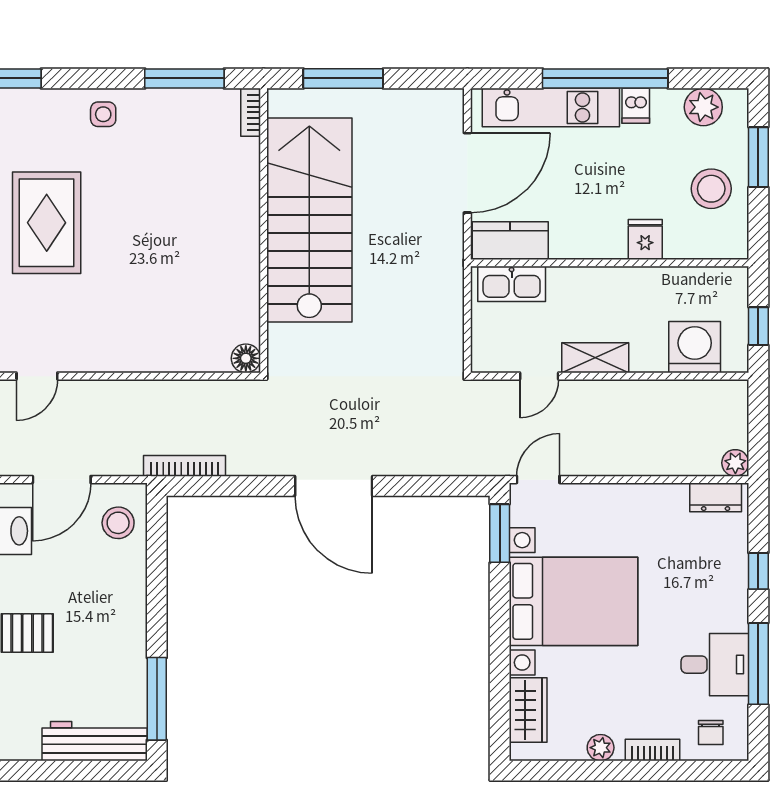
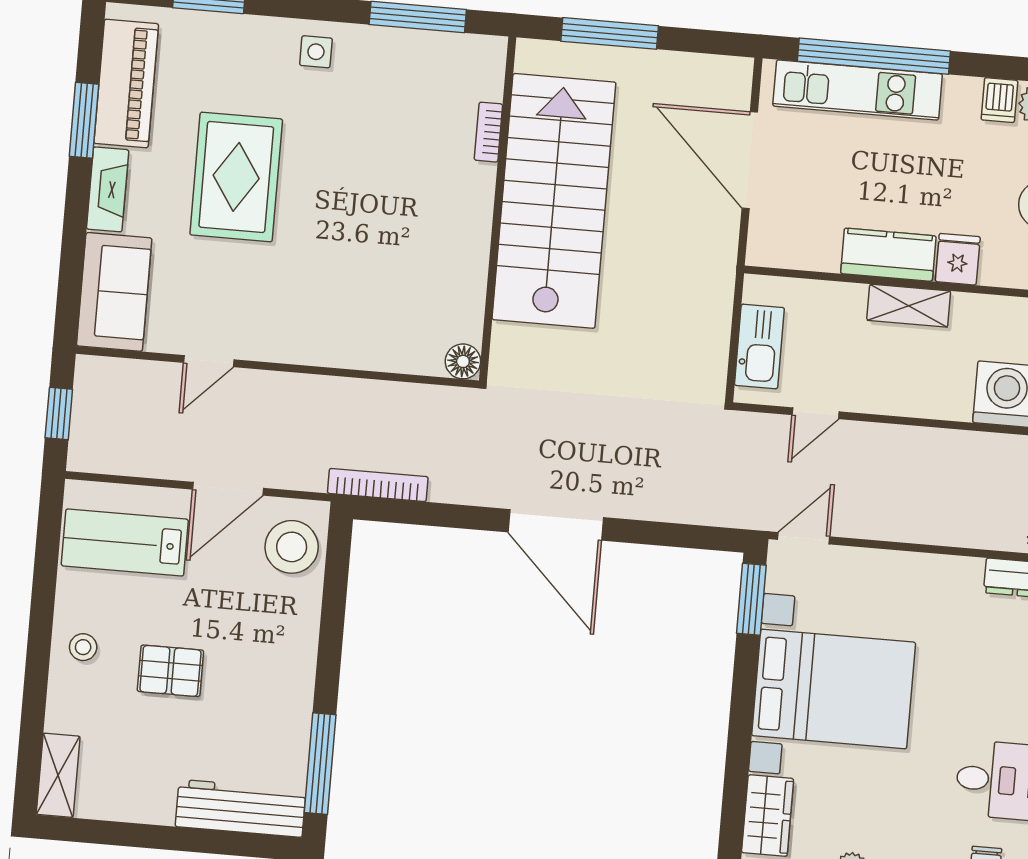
window: (605, 78) -> (874, 56), moved
dishwasher: (636, 106) -> (999, 100), moved
bookcase: (251, 112) -> (488, 132), moved
door: (467, 173) -> (750, 160), swing flipped
kitchen counter: (510, 241) -> (888, 255), moved
kitchen sink: (512, 284) -> (759, 346), moved, turned -90
shelving: (595, 358) -> (909, 306), moved
stool: (118, 523) -> (292, 547), width x1.38, depth x1.38

